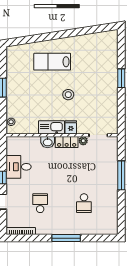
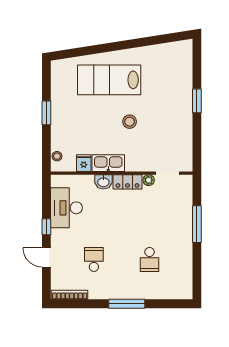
lab bench: (52, 62) -> (109, 80), width x1.36, depth x1.39
fridge: (71, 127) -> (84, 163), moved
desk: (19, 167) -> (66, 208), width x1.37

